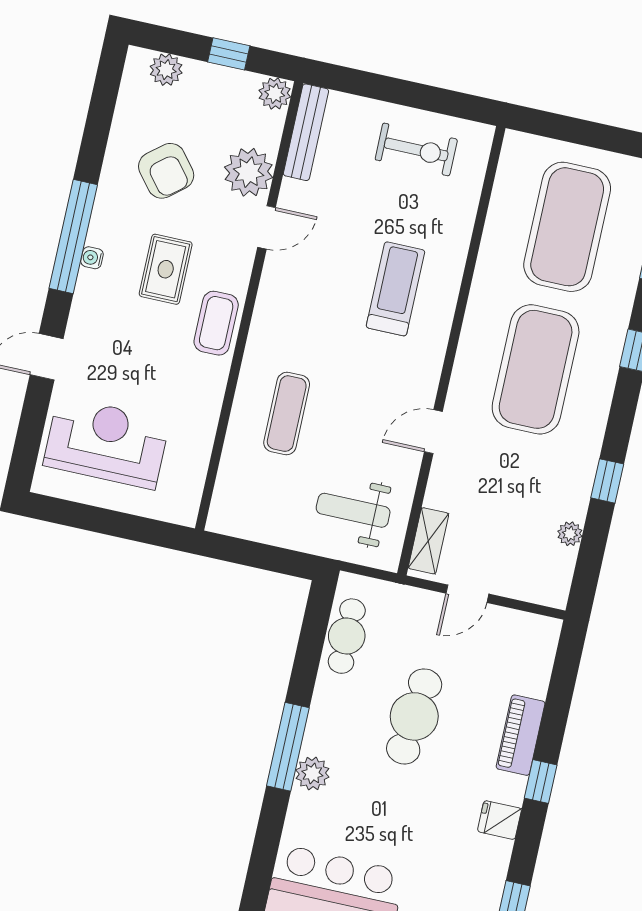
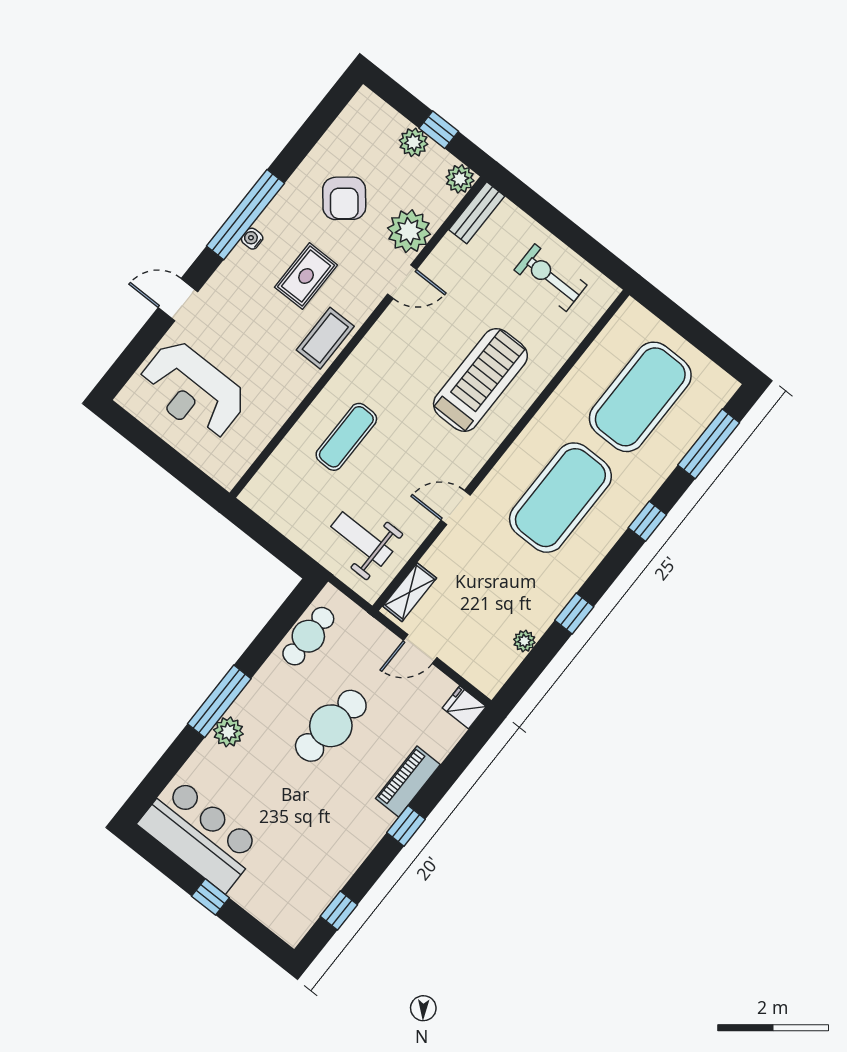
plant: (166, 70) -> (414, 142), moved
bench: (306, 132) -> (477, 213), width x0.73
exercise bike: (416, 149) -> (550, 278), turned 180
treadmill: (395, 289) -> (480, 380), width x1.37, depth x1.38
reception desk: (106, 443) -> (192, 391), turned 180
fridge: (499, 820) -> (464, 707), moved

